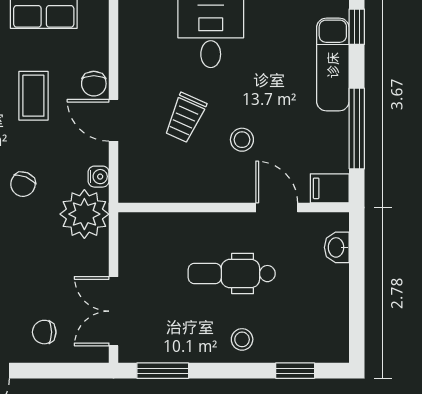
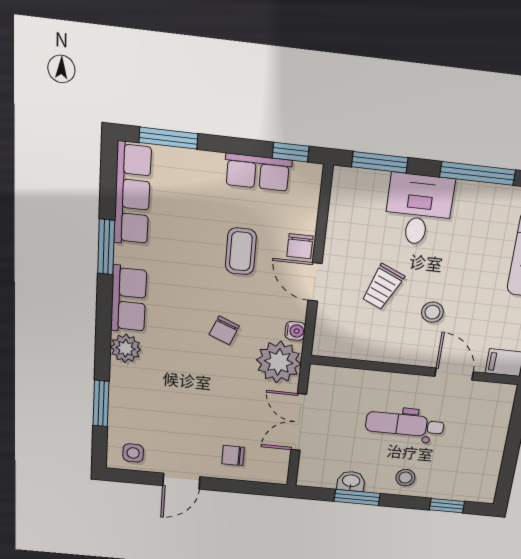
washbasin: (337, 247) -> (351, 481), moved, turned 90
double door: (114, 311) -> (299, 422), moved
window: (163, 371) -> (357, 497), moved

